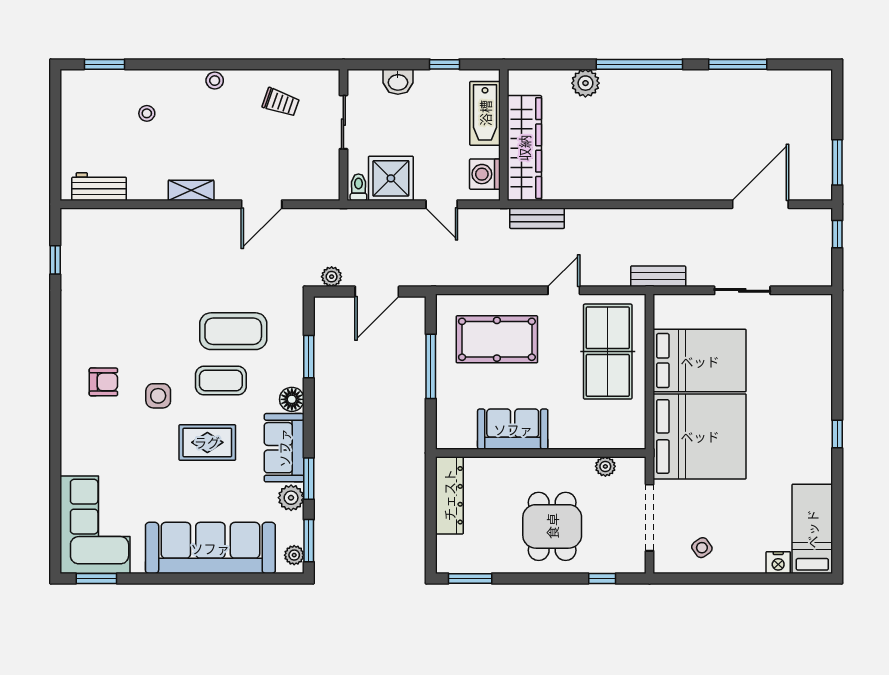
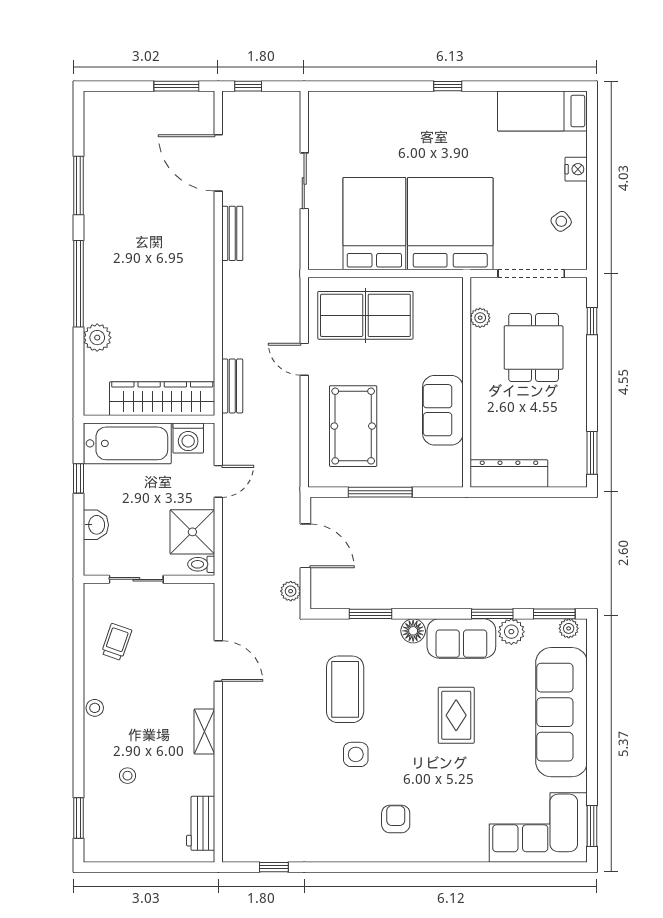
bathtub: (485, 113) -> (127, 443), width x1.36, depth x1.36
bench: (658, 276) -> (232, 233), moved
coffee table: (221, 381) -> (394, 702), removed
side table: (158, 396) -> (356, 754), moved
dining table: (552, 526) -> (534, 347), moved, turned 90
nightstand: (778, 563) -> (576, 169), moved

